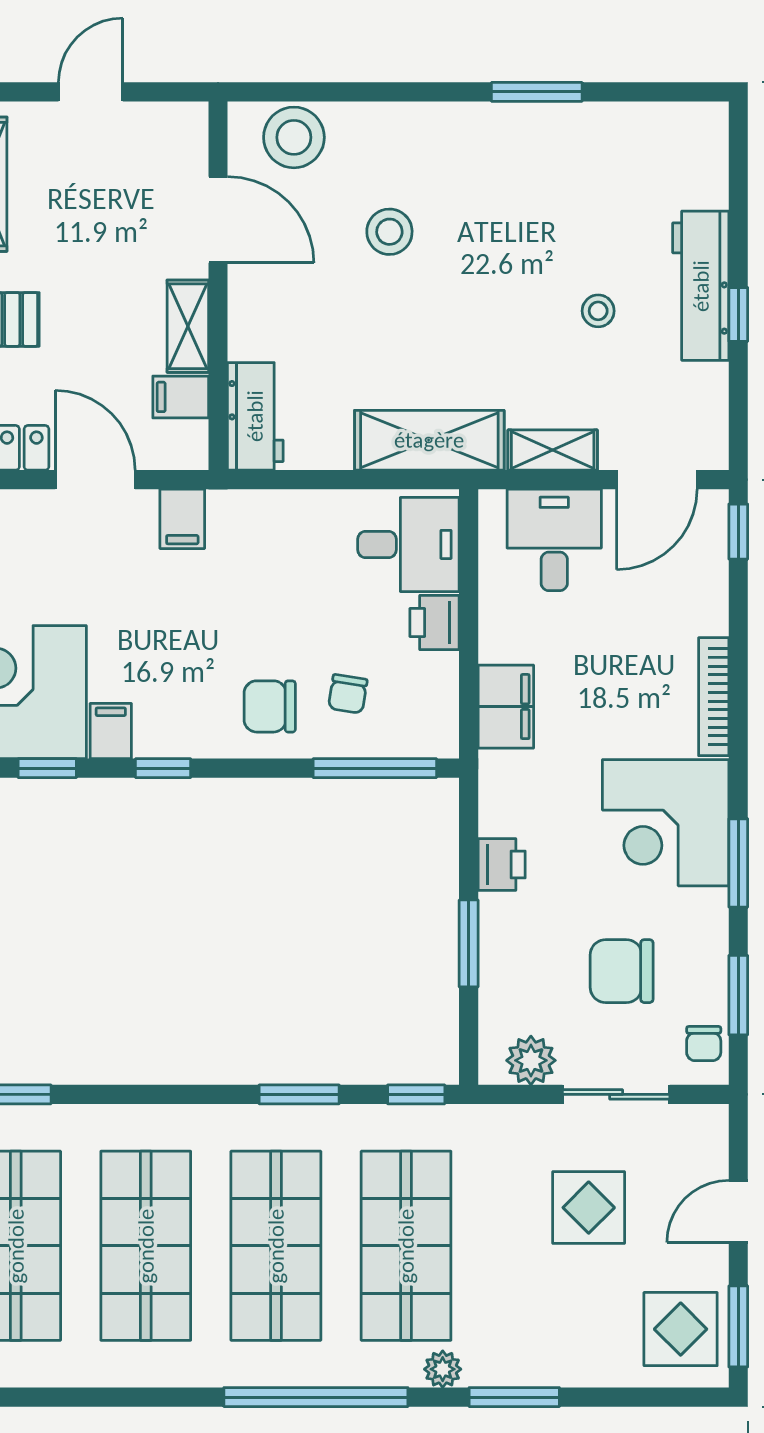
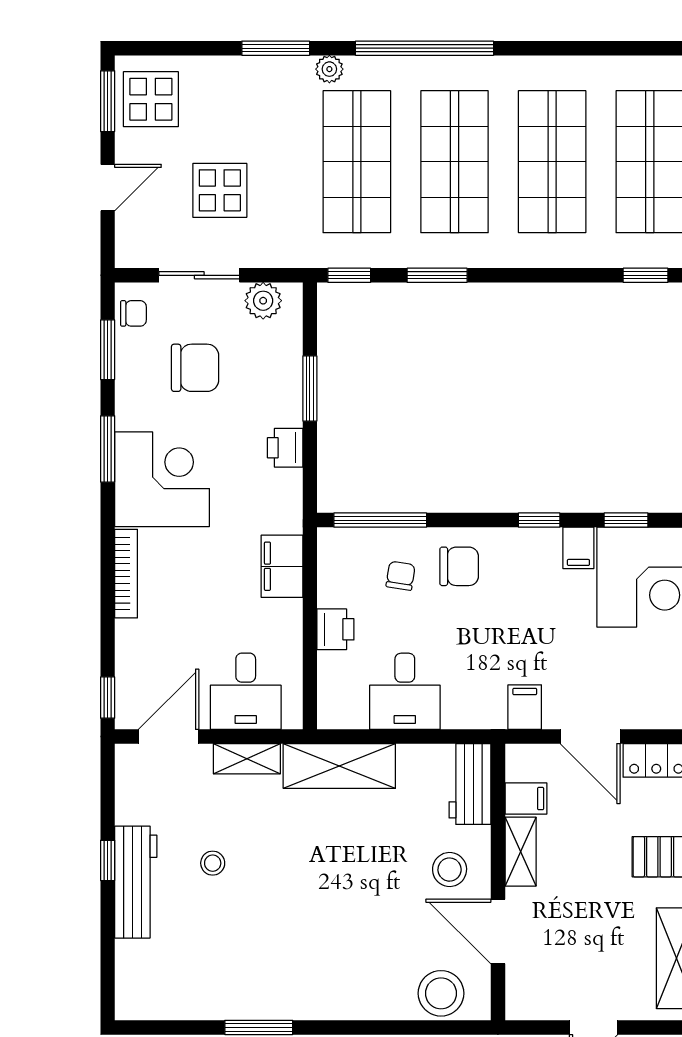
stool: (389, 232) -> (450, 870), moved
desk: (408, 544) -> (405, 691), moved, turned -90
chair: (704, 1044) -> (133, 313), turned 90

